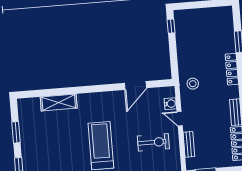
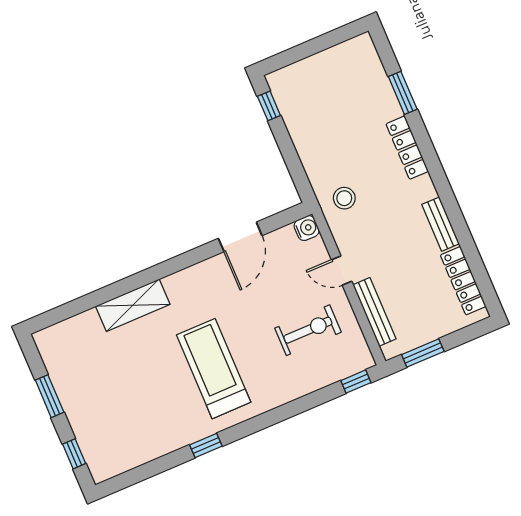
shelving: (59, 102) -> (133, 305), moved
water cooler: (170, 104) -> (307, 228), moved
bench: (189, 144) -> (374, 312), width x1.36

